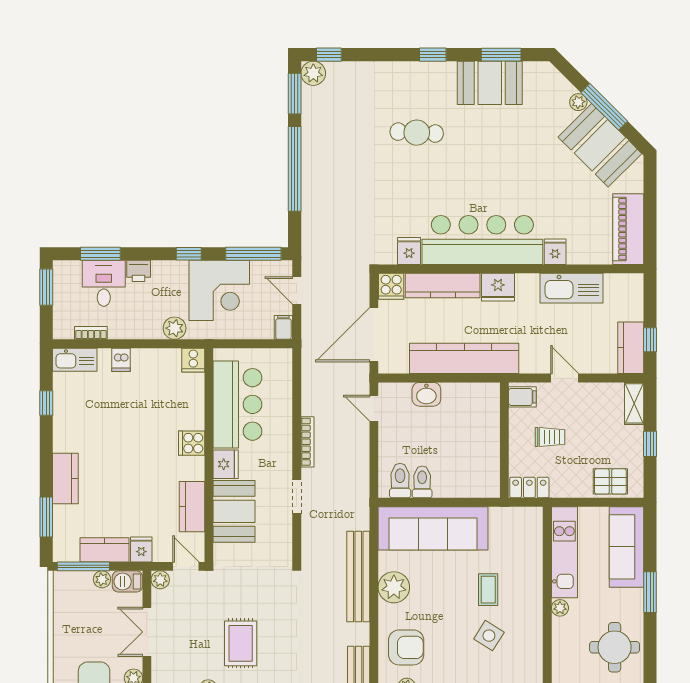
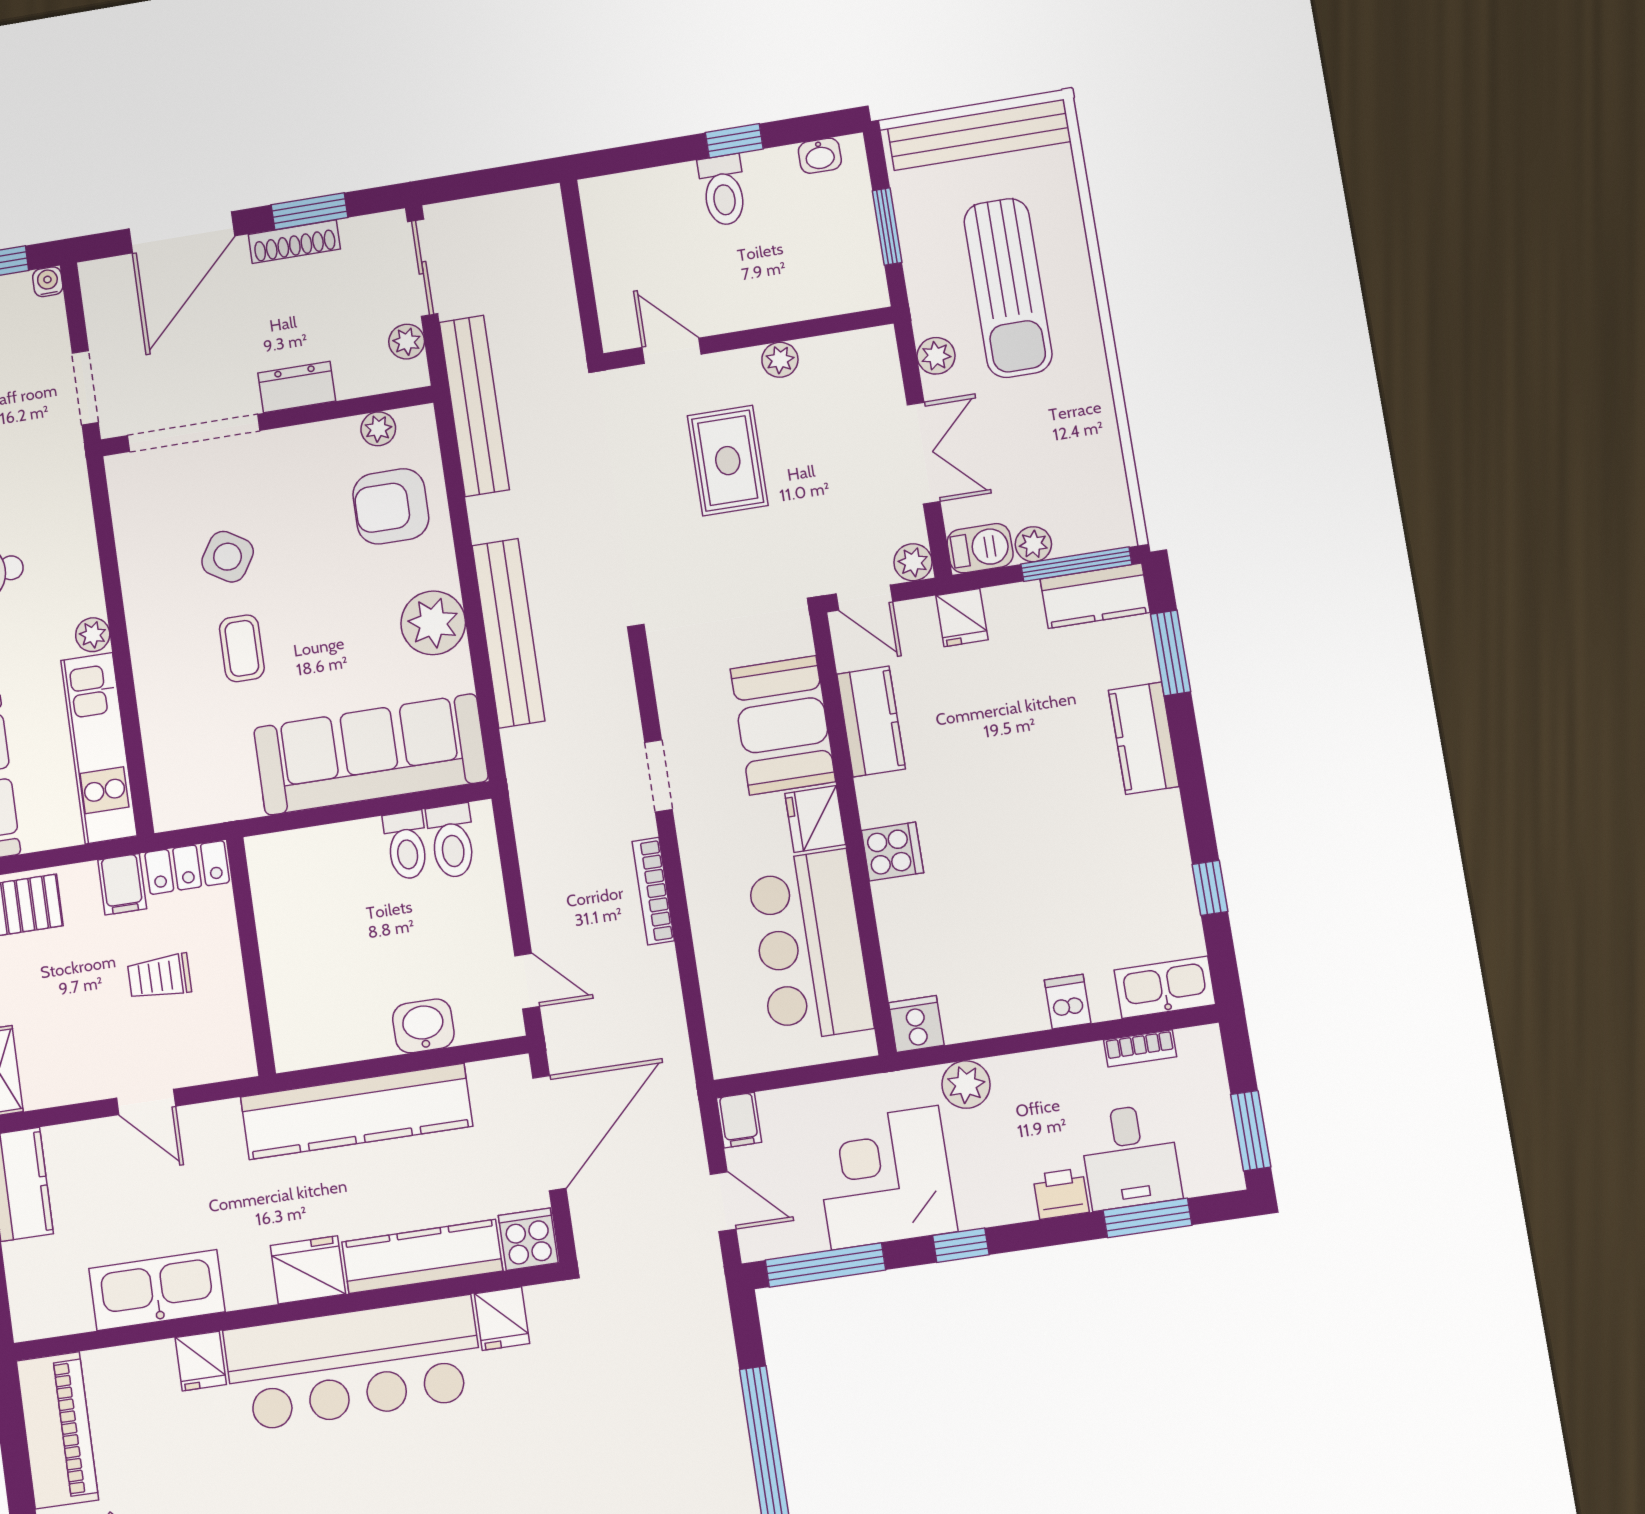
filing cabinet: (522, 397) -> (122, 884), moved, turned -90
kitchen counter: (105, 550) -> (1095, 596), moved

